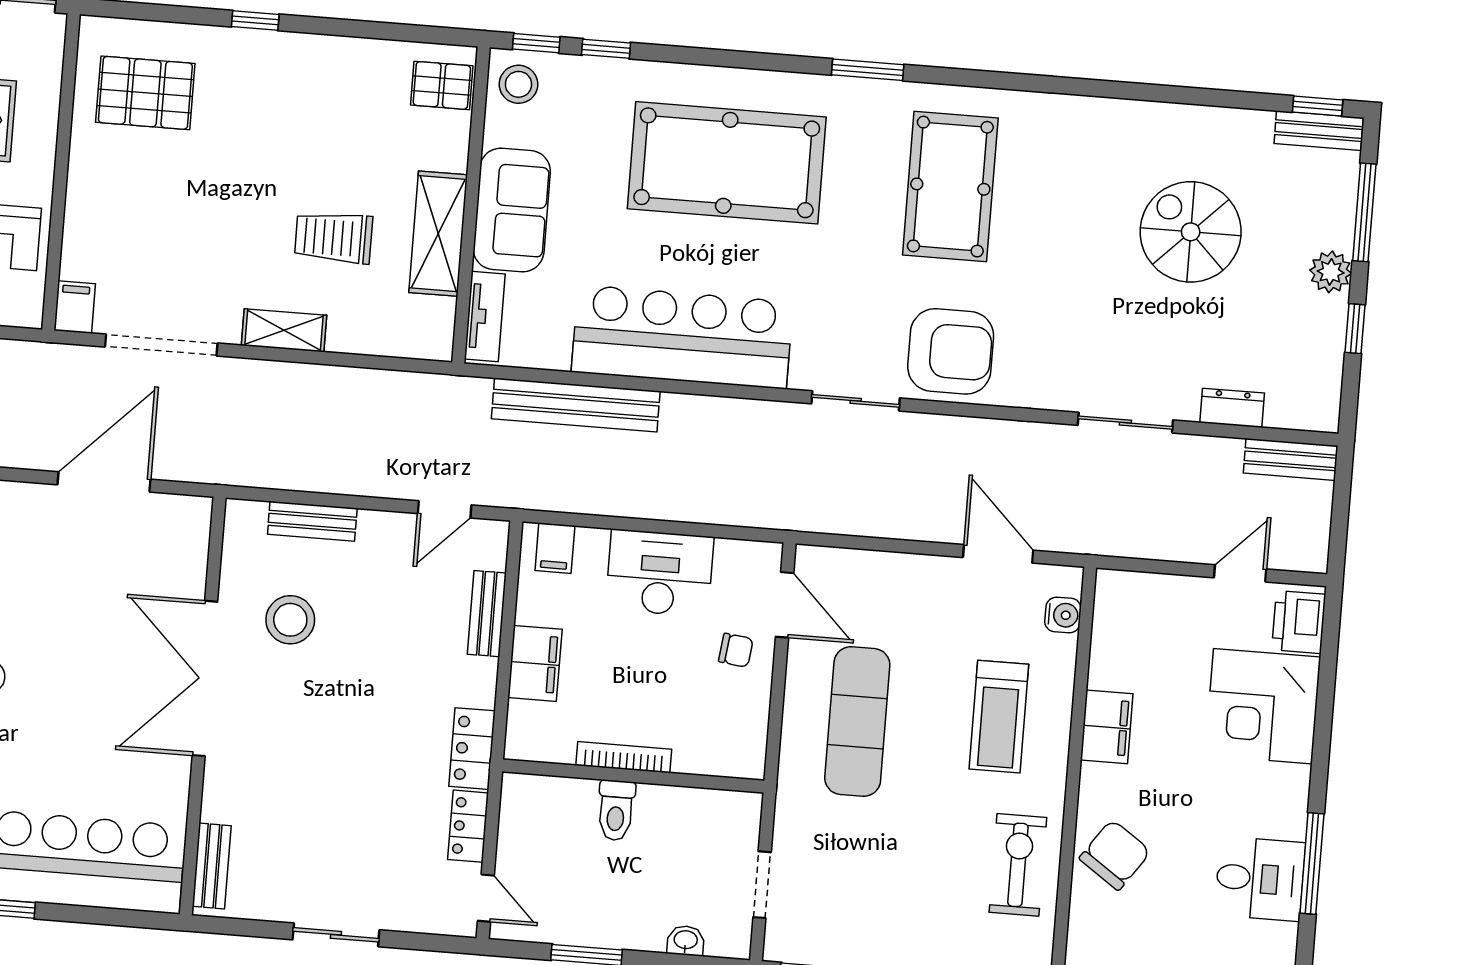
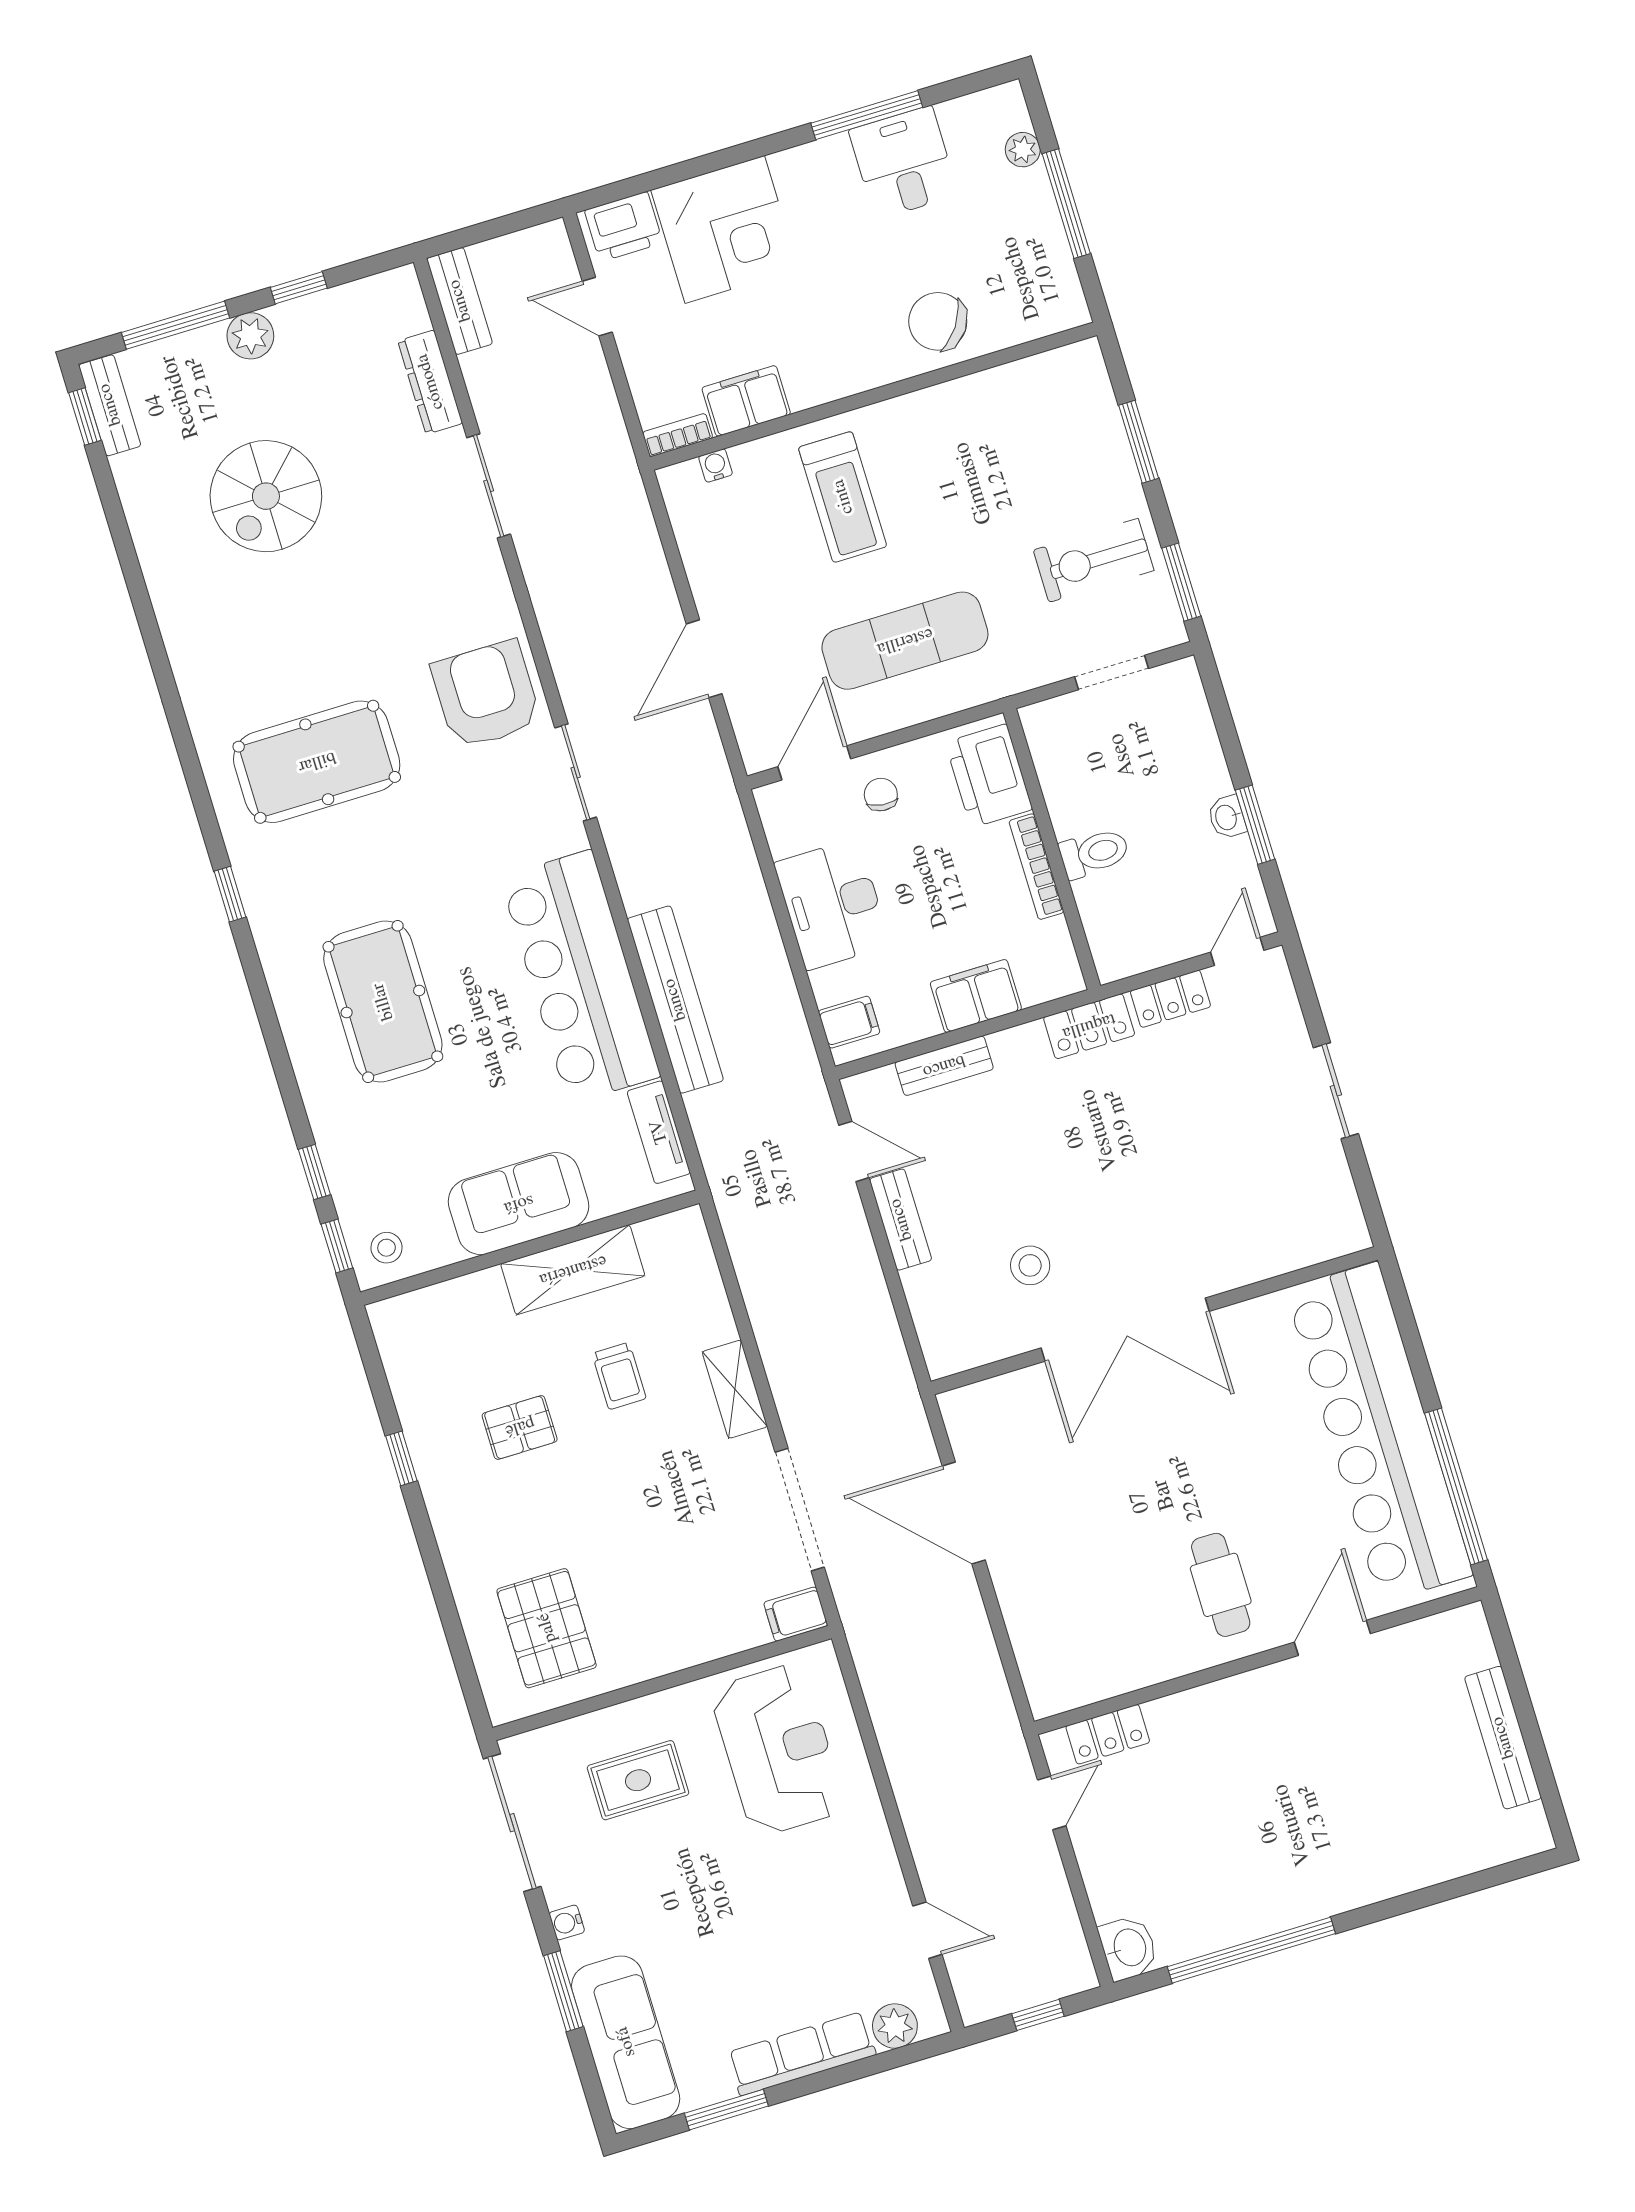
window: (255, 21) -> (401, 1458), moved
window: (868, 70) -> (230, 894), width x0.67
stool: (518, 84) -> (387, 1248), width x0.73, depth x0.73
pallet: (442, 85) -> (520, 1427), moved, turned 90
pool table: (727, 163) -> (383, 1002), width x0.73, depth x0.76
trolley: (334, 237) -> (619, 1376), width x0.73, depth x0.72
tv unit: (485, 316) -> (659, 1132), moved, turned -90
bench: (576, 405) -> (675, 1000), moved
dresser: (1232, 408) -> (430, 382), width x1.44
bench: (312, 521) -> (901, 1220), moved
door: (998, 554) -> (704, 659), moved
bookcase: (1106, 598) -> (678, 435), added
water cooler: (1063, 615) -> (716, 466), width x0.72, depth x0.72
stool: (290, 620) -> (1030, 1265), width x0.73, depth x0.73
treadmill: (999, 717) -> (843, 497), turned 90
filing cabinet: (1107, 727) -> (746, 401), moved
printer: (716, 747) -> (989, 776), added
exercise bike: (1018, 865) -> (1094, 560), moved
bench: (212, 866) -> (1315, 1246), removed
washbasin: (686, 941) -> (1227, 817), moved

